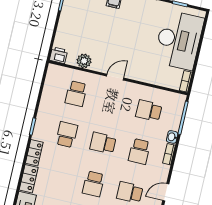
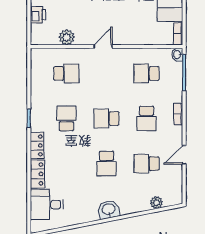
printer: (59, 55) -> (38, 15), moved, turned 90
school desk: (76, 94) -> (66, 73), turned -90
washbasin: (172, 137) -> (177, 55), moved

